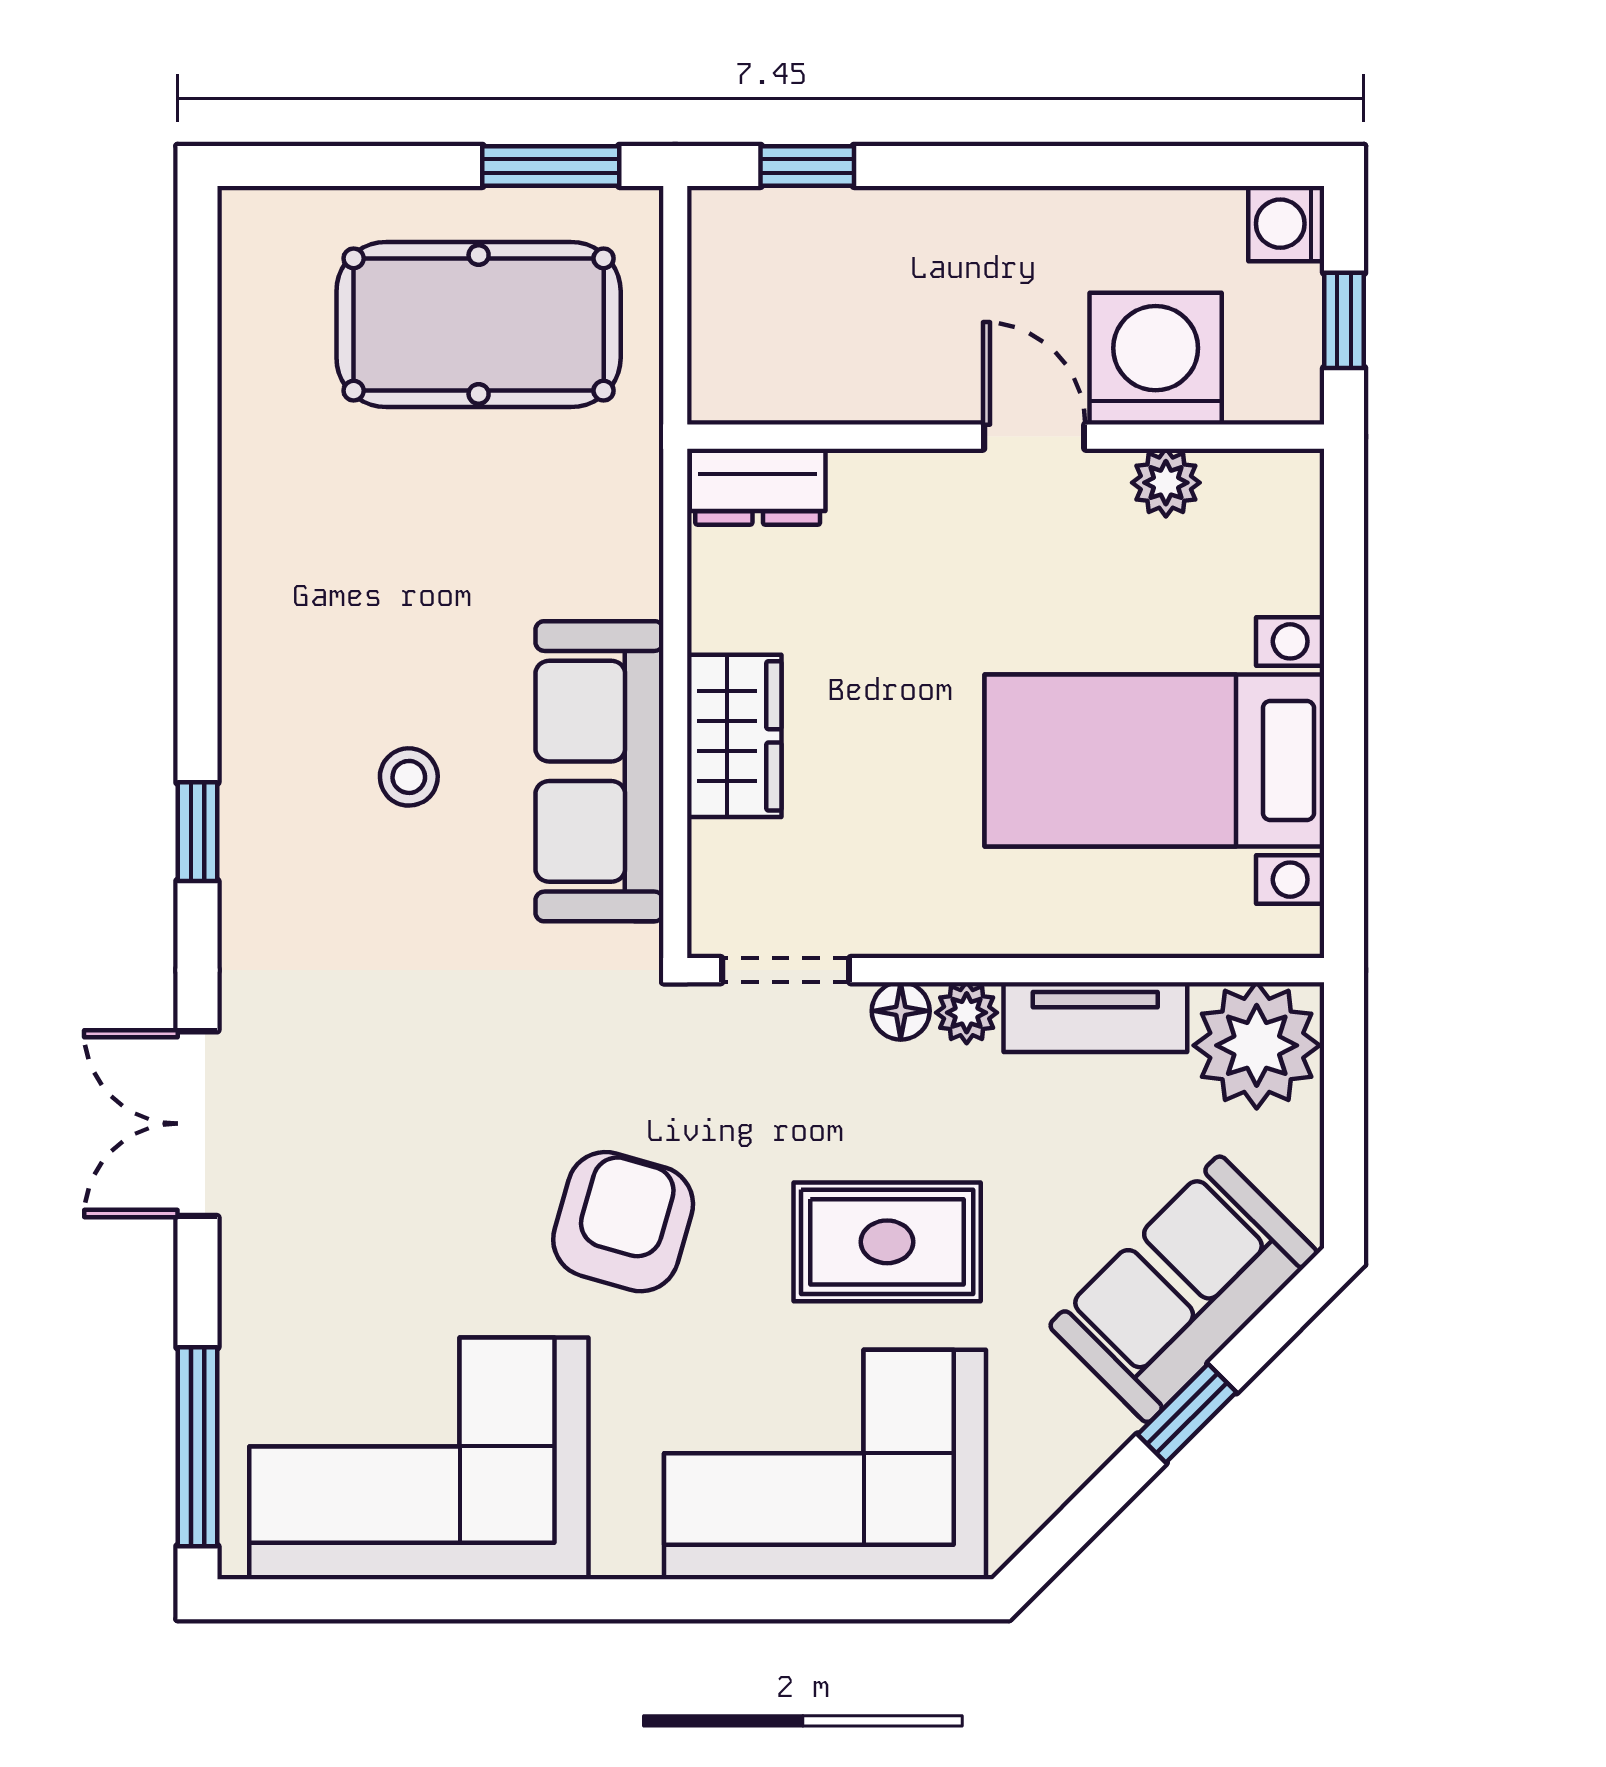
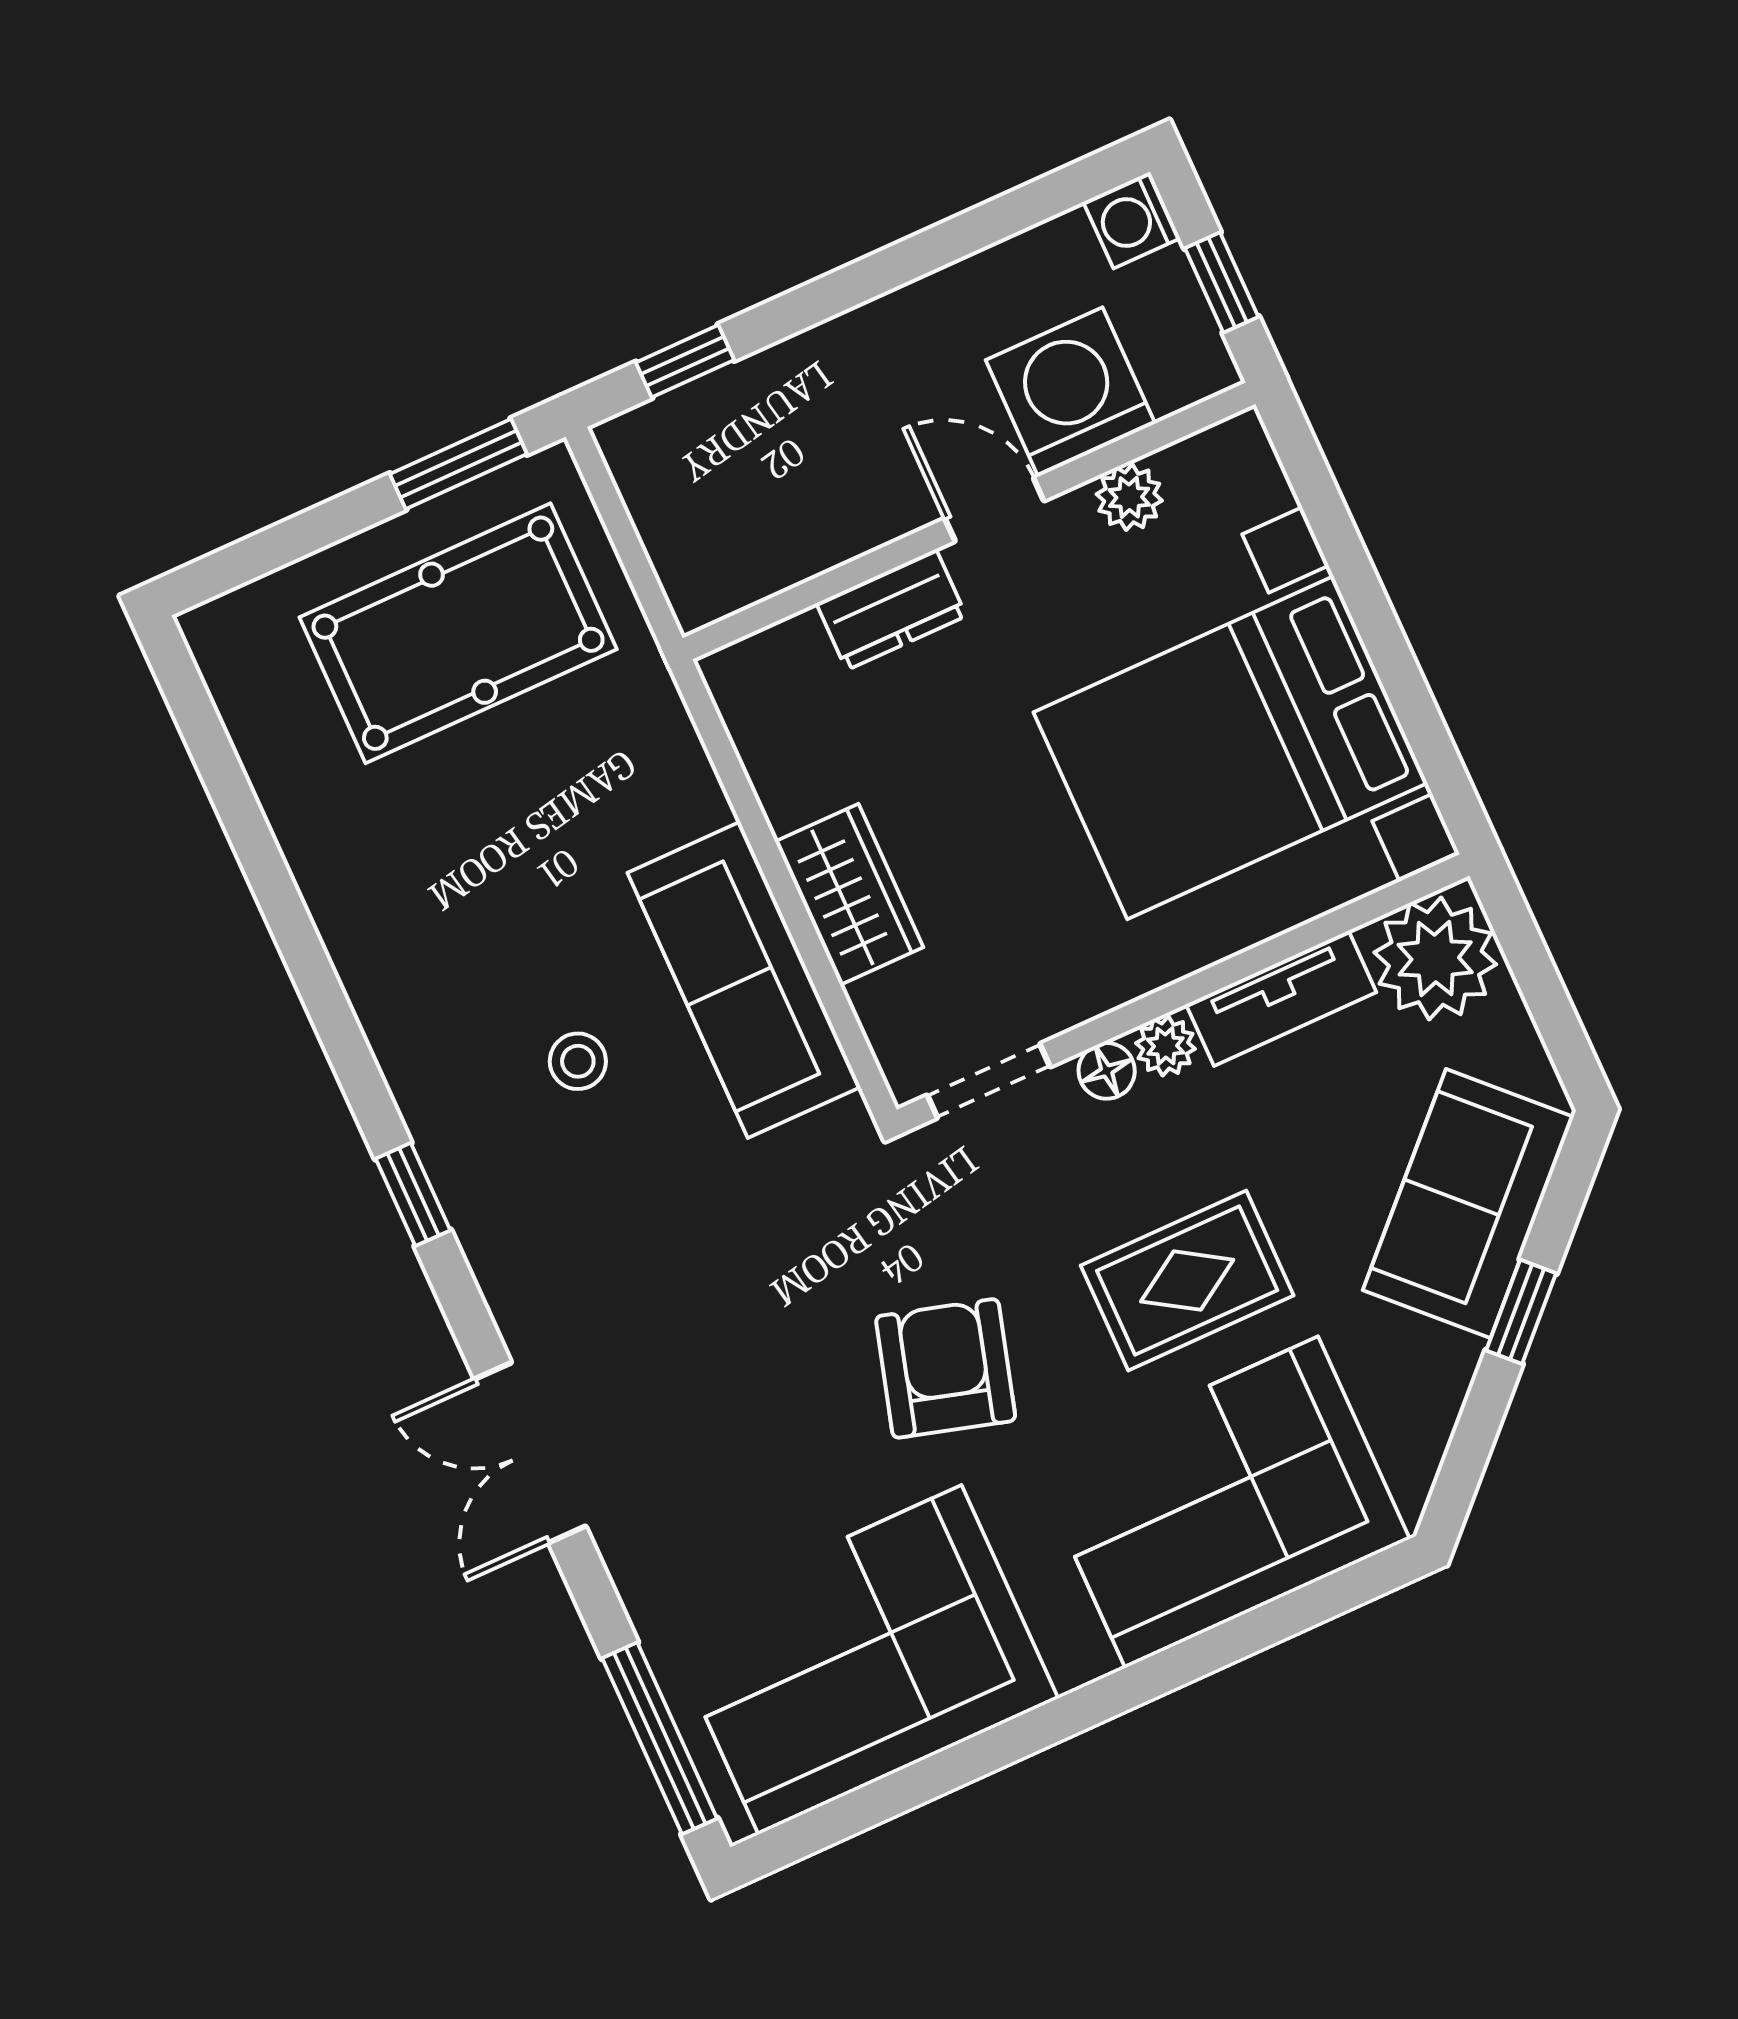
dresser: (758, 487) -> (891, 610), moved
bed with nightstands: (1154, 761) -> (1230, 748), width x1.36

